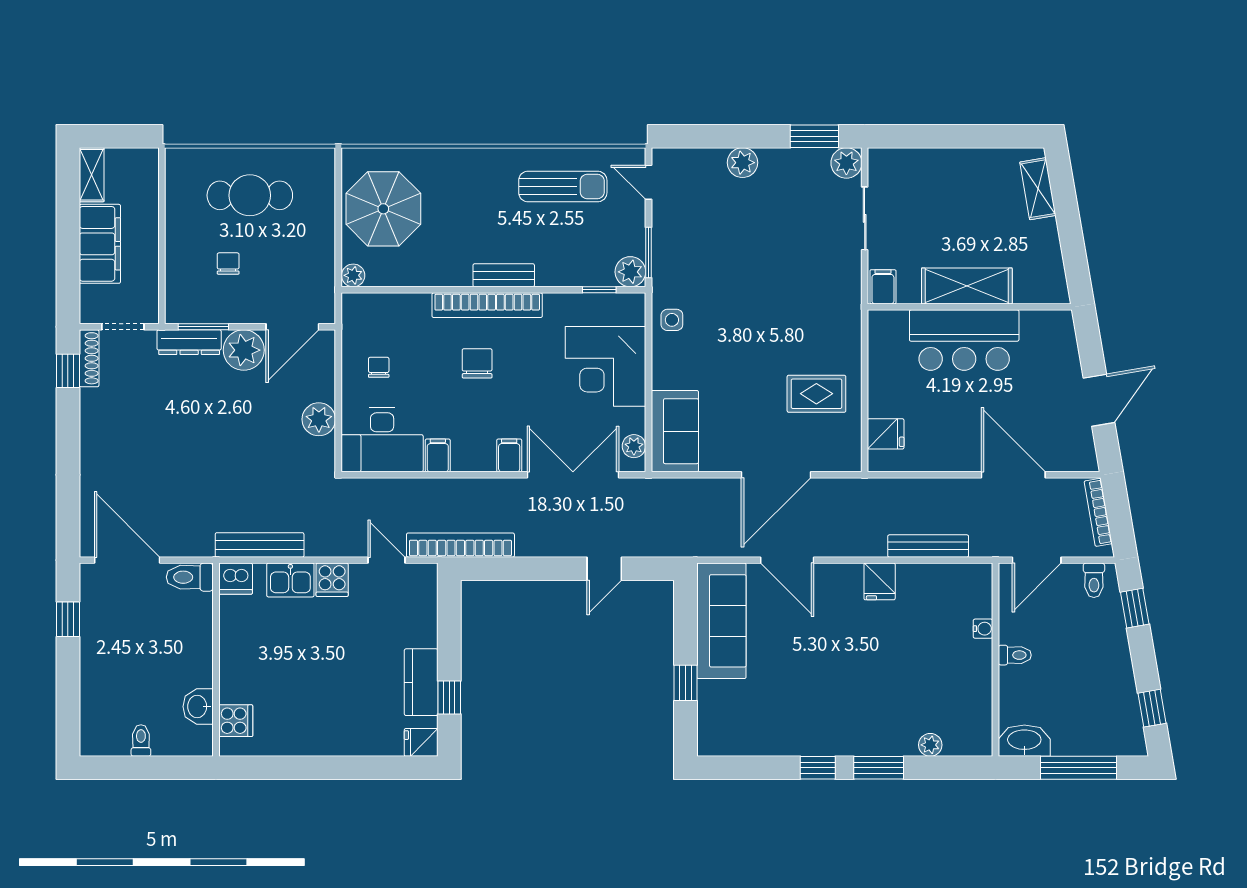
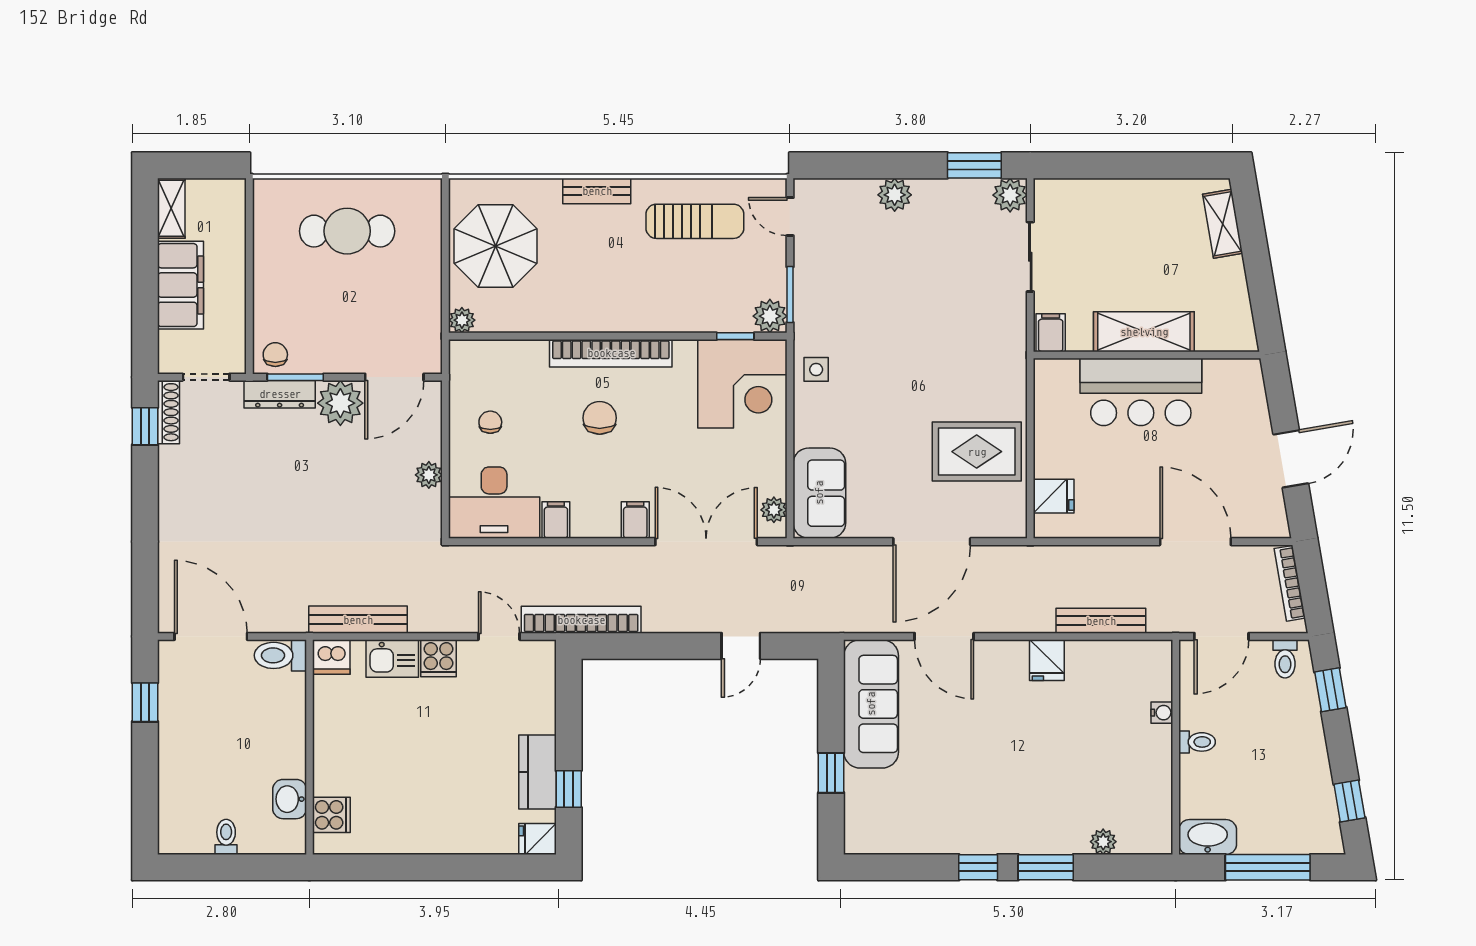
chair: (228, 264) -> (275, 355), moved
bench: (504, 275) -> (597, 191), moved
corner desk: (606, 366) -> (742, 384), moved, turned -90
rug: (816, 394) -> (977, 452), width x1.36, depth x1.43
plant: (319, 419) -> (429, 475), width x0.73, depth x0.73

